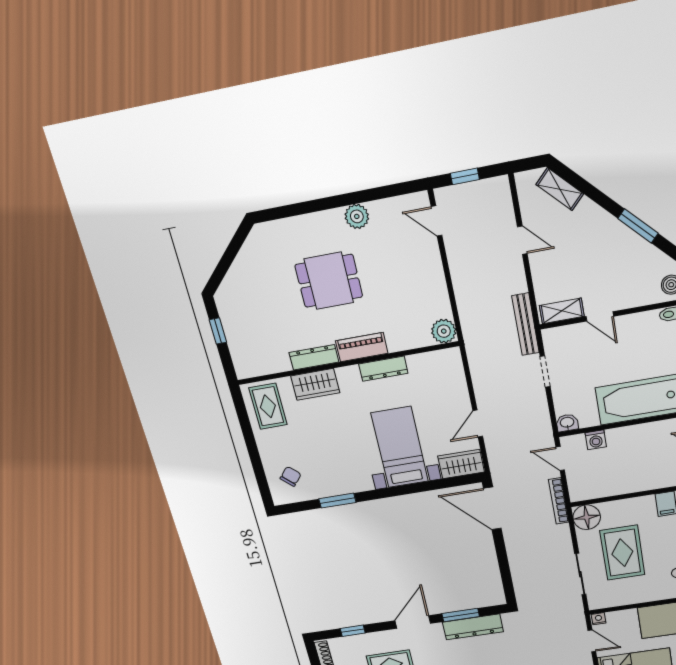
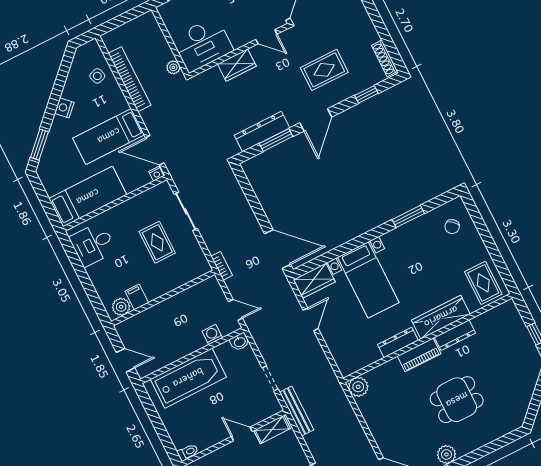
wardrobe: (315, 384) -> (441, 317), width x1.50
bookcase: (559, 501) -> (222, 266), width x0.64
floor lamp: (587, 517) -> (197, 265), removed
rug: (622, 553) -> (157, 242), width x0.73, depth x0.70
door: (592, 641) -> (155, 150), width x1.38

